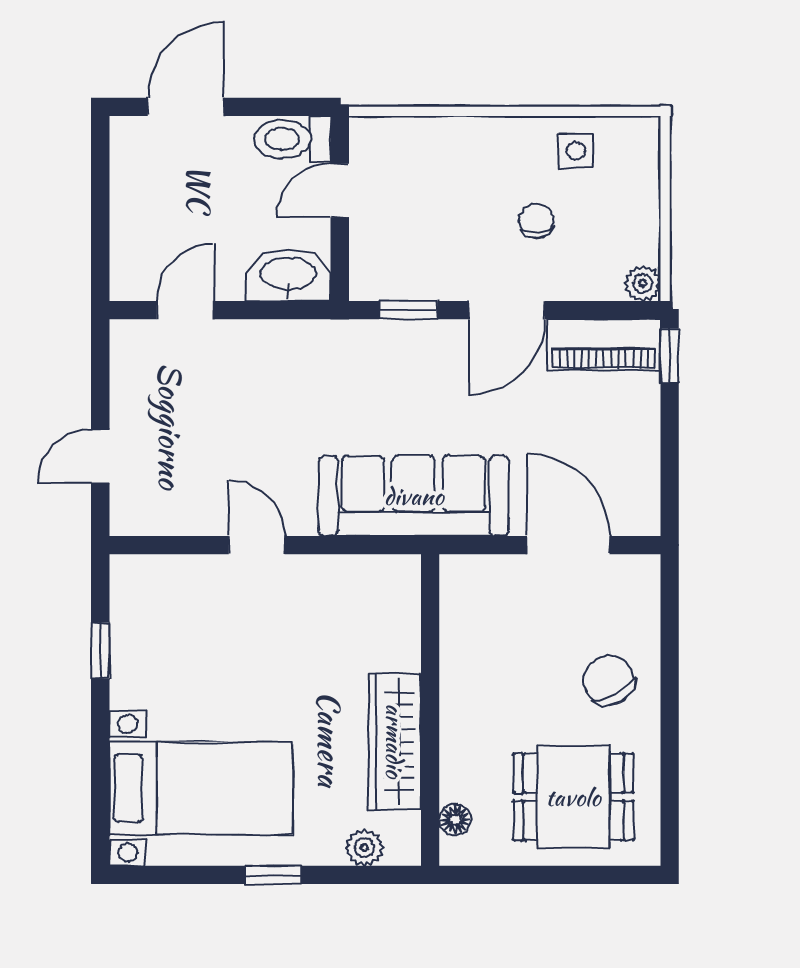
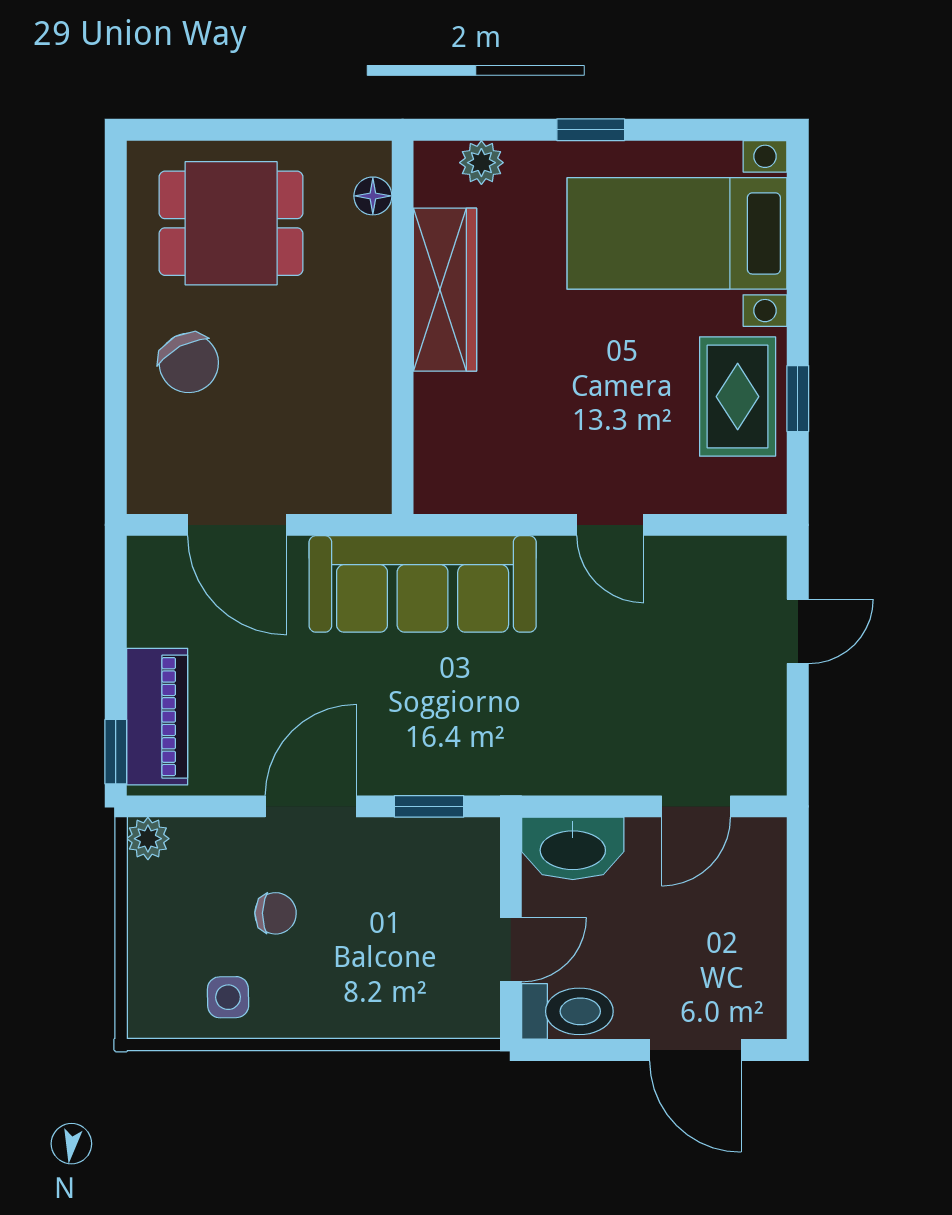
door: (186, 107) -> (695, 1050), hinge flipped
chair: (536, 221) -> (276, 913), turned -83
piano: (604, 345) -> (157, 717), moved, turned 90
rug: (151, 652) -> (738, 397), added

